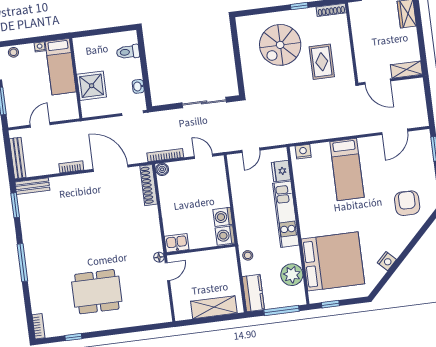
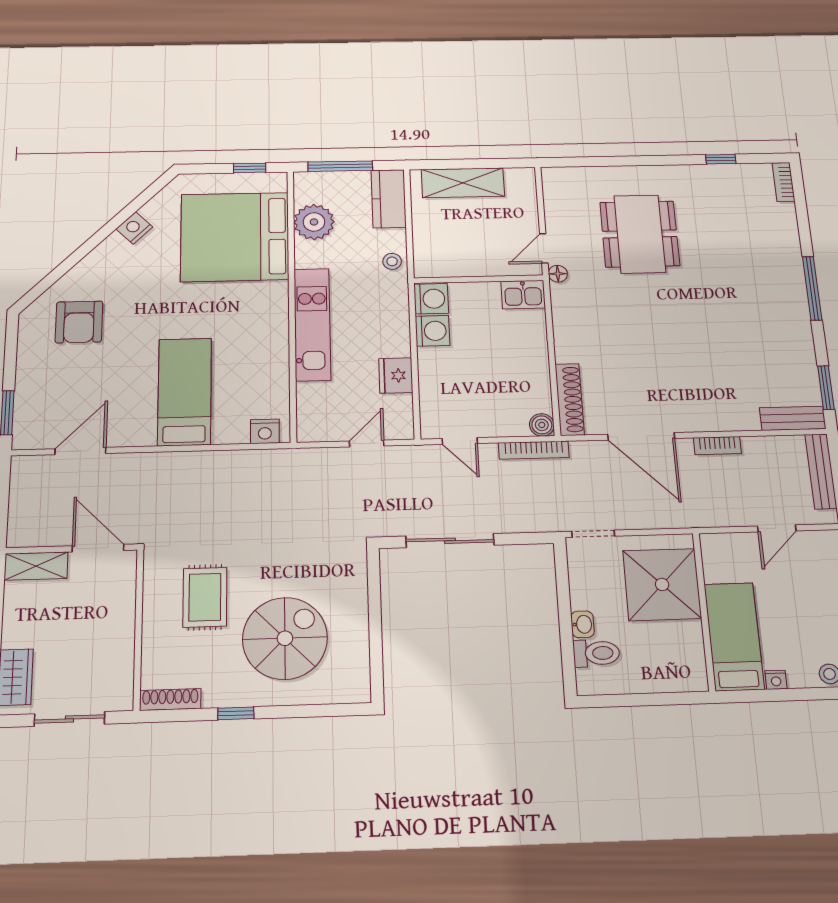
shower: (92, 86) -> (662, 584), width x1.37, depth x1.37
washbasin: (138, 86) -> (583, 624), moved
fridge: (281, 171) -> (396, 376), moved, turned 180
dining table: (97, 292) -> (640, 234), moved, turned 90

